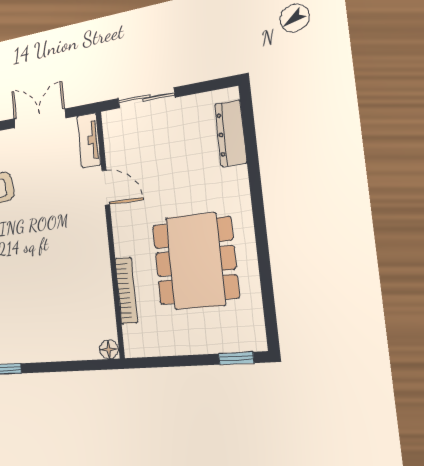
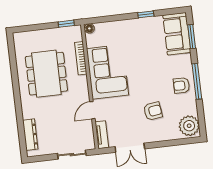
door: (106, 188) -> (92, 110), hinge flipped
corner sofa: (77, 262) -> (108, 72), added
window: (236, 358) -> (66, 24), moved

